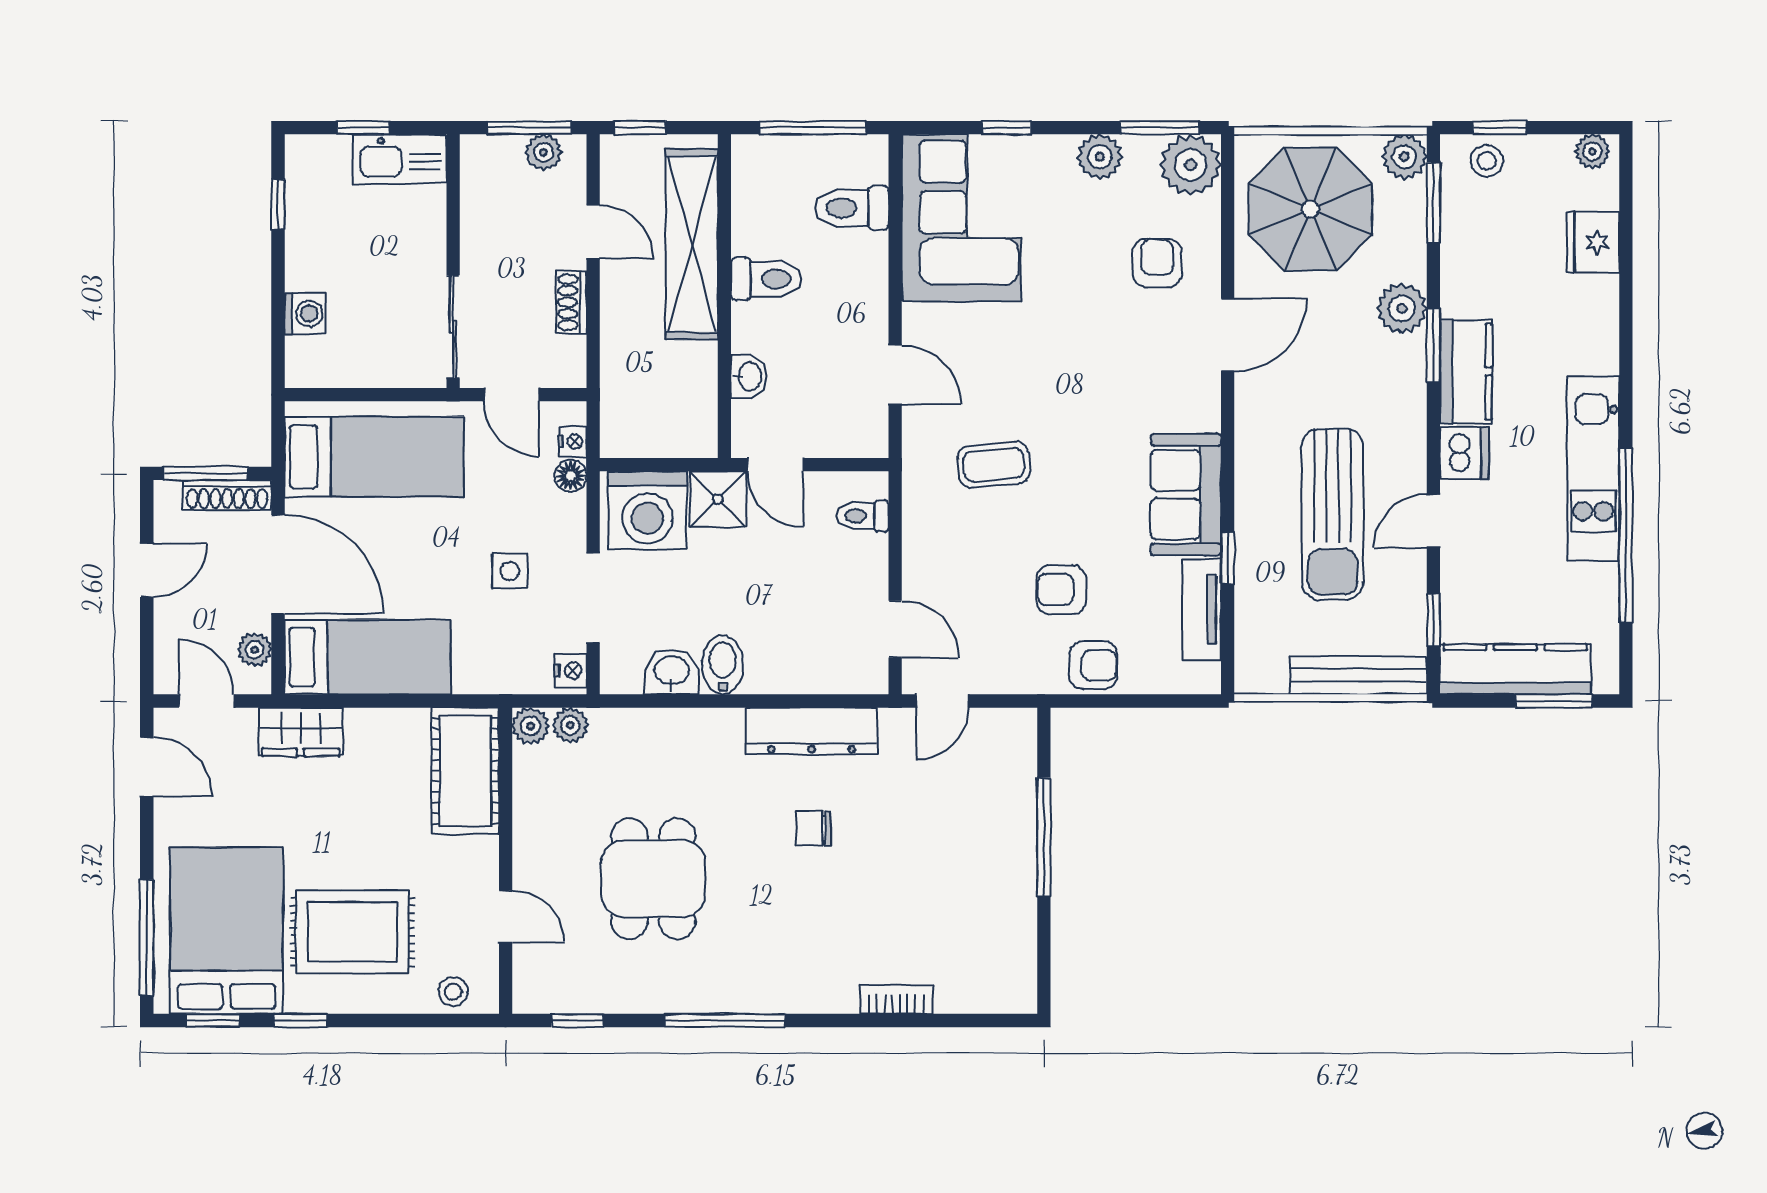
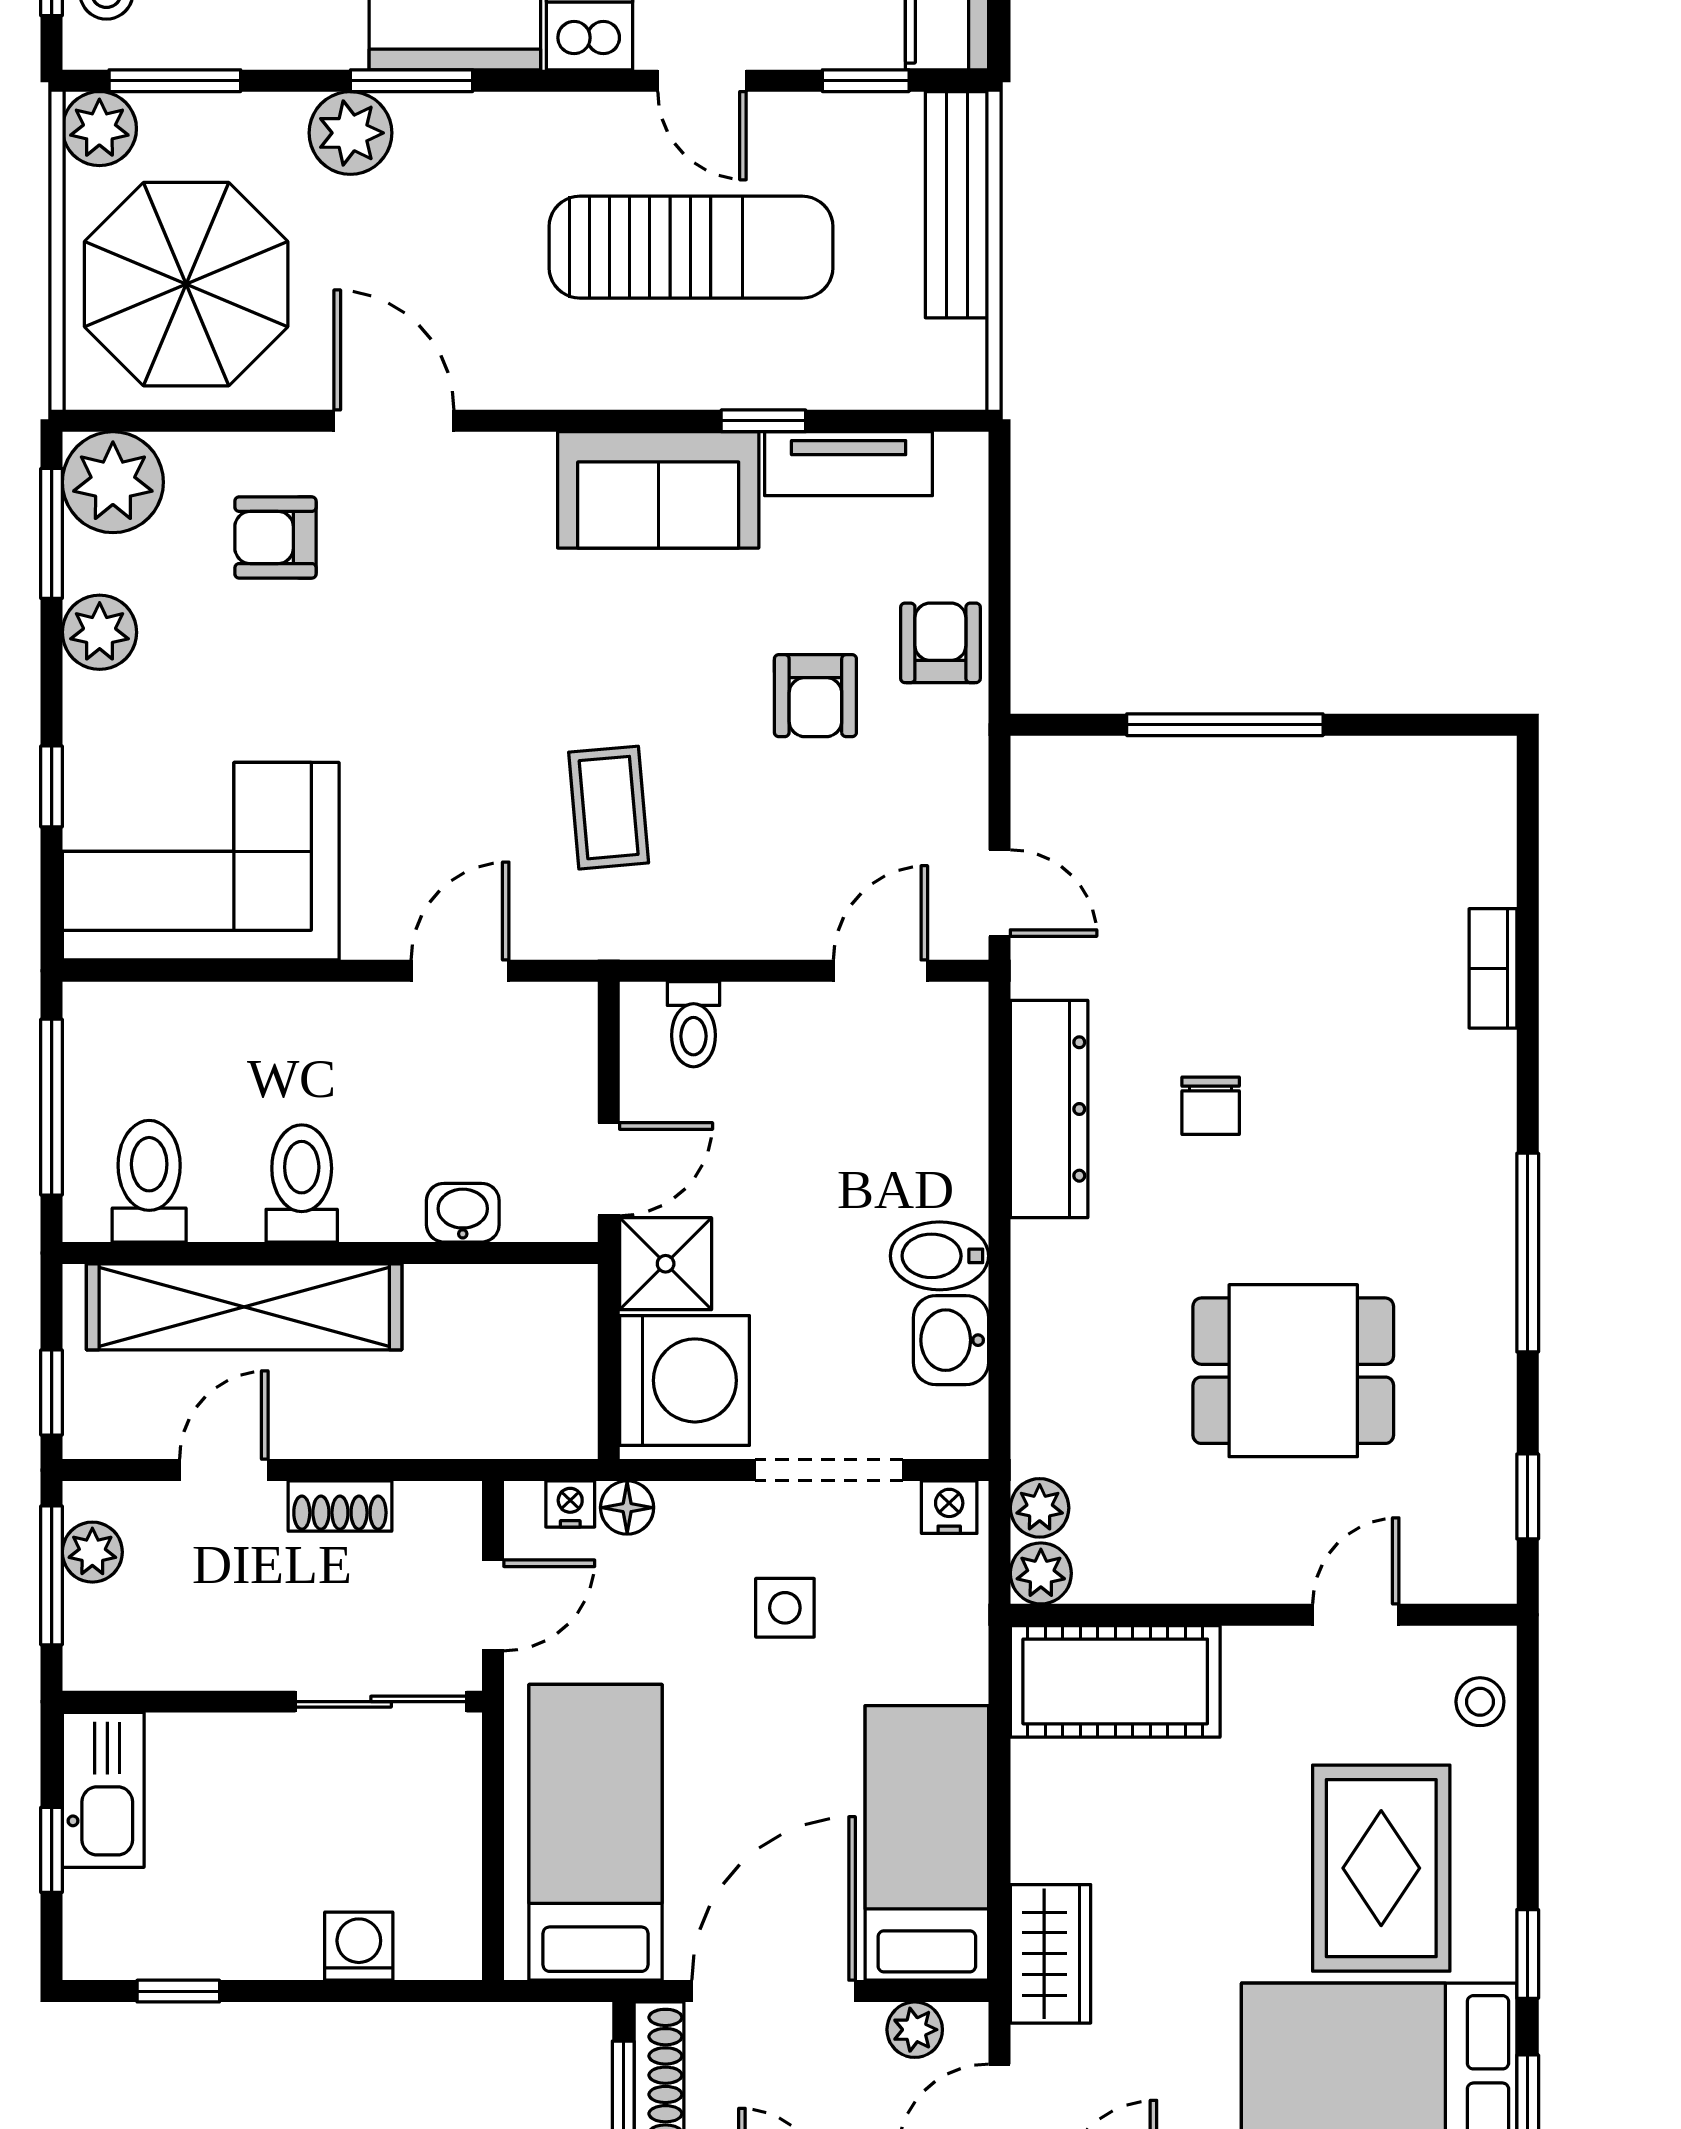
toilet: (852, 208) -> (149, 1181), moved, turned 180

